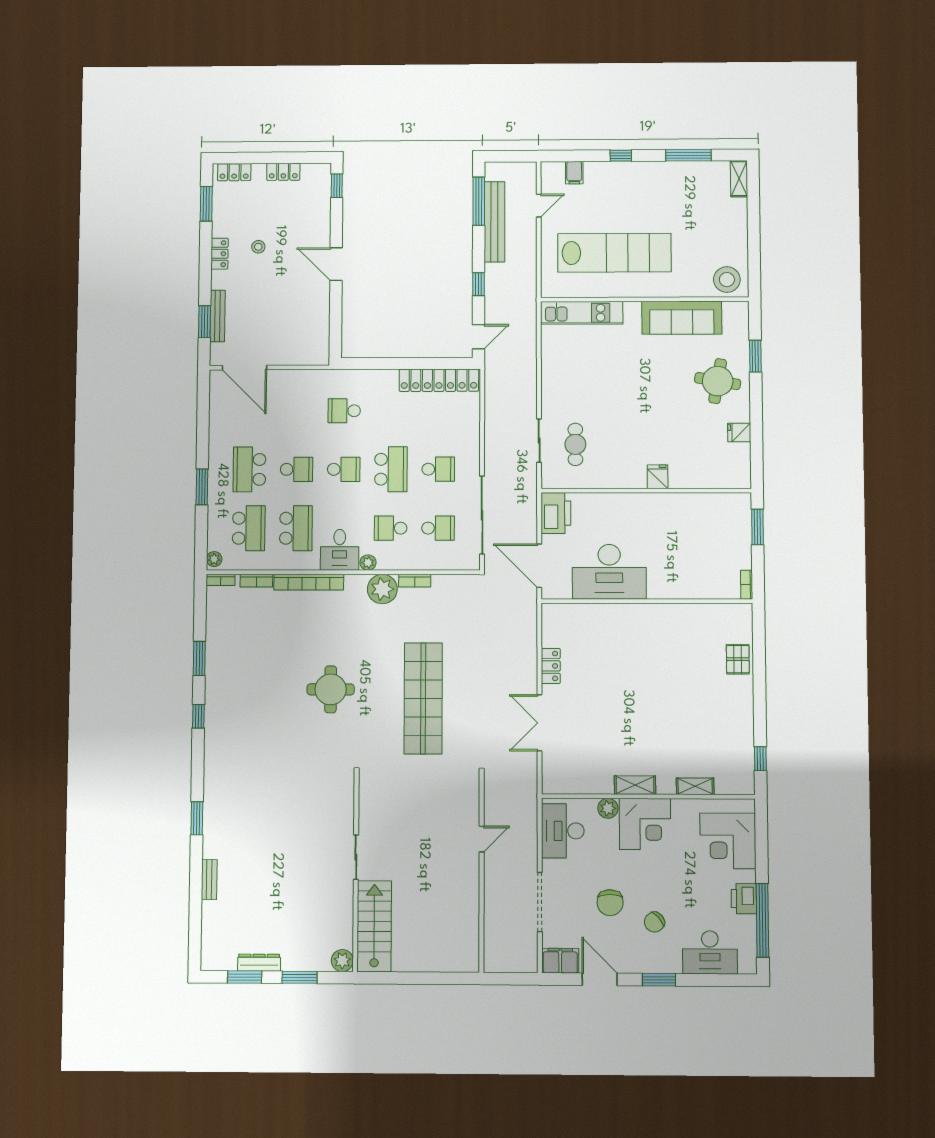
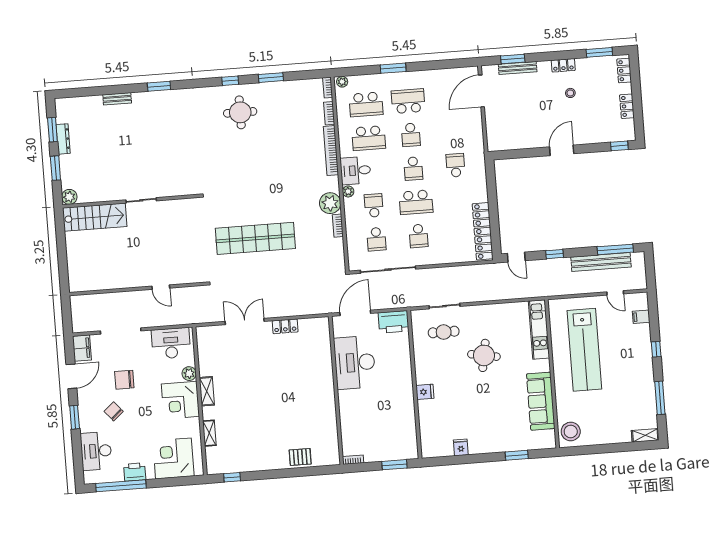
round table: (718, 381) -> (484, 355), moved
round table: (331, 689) -> (240, 112), moved

